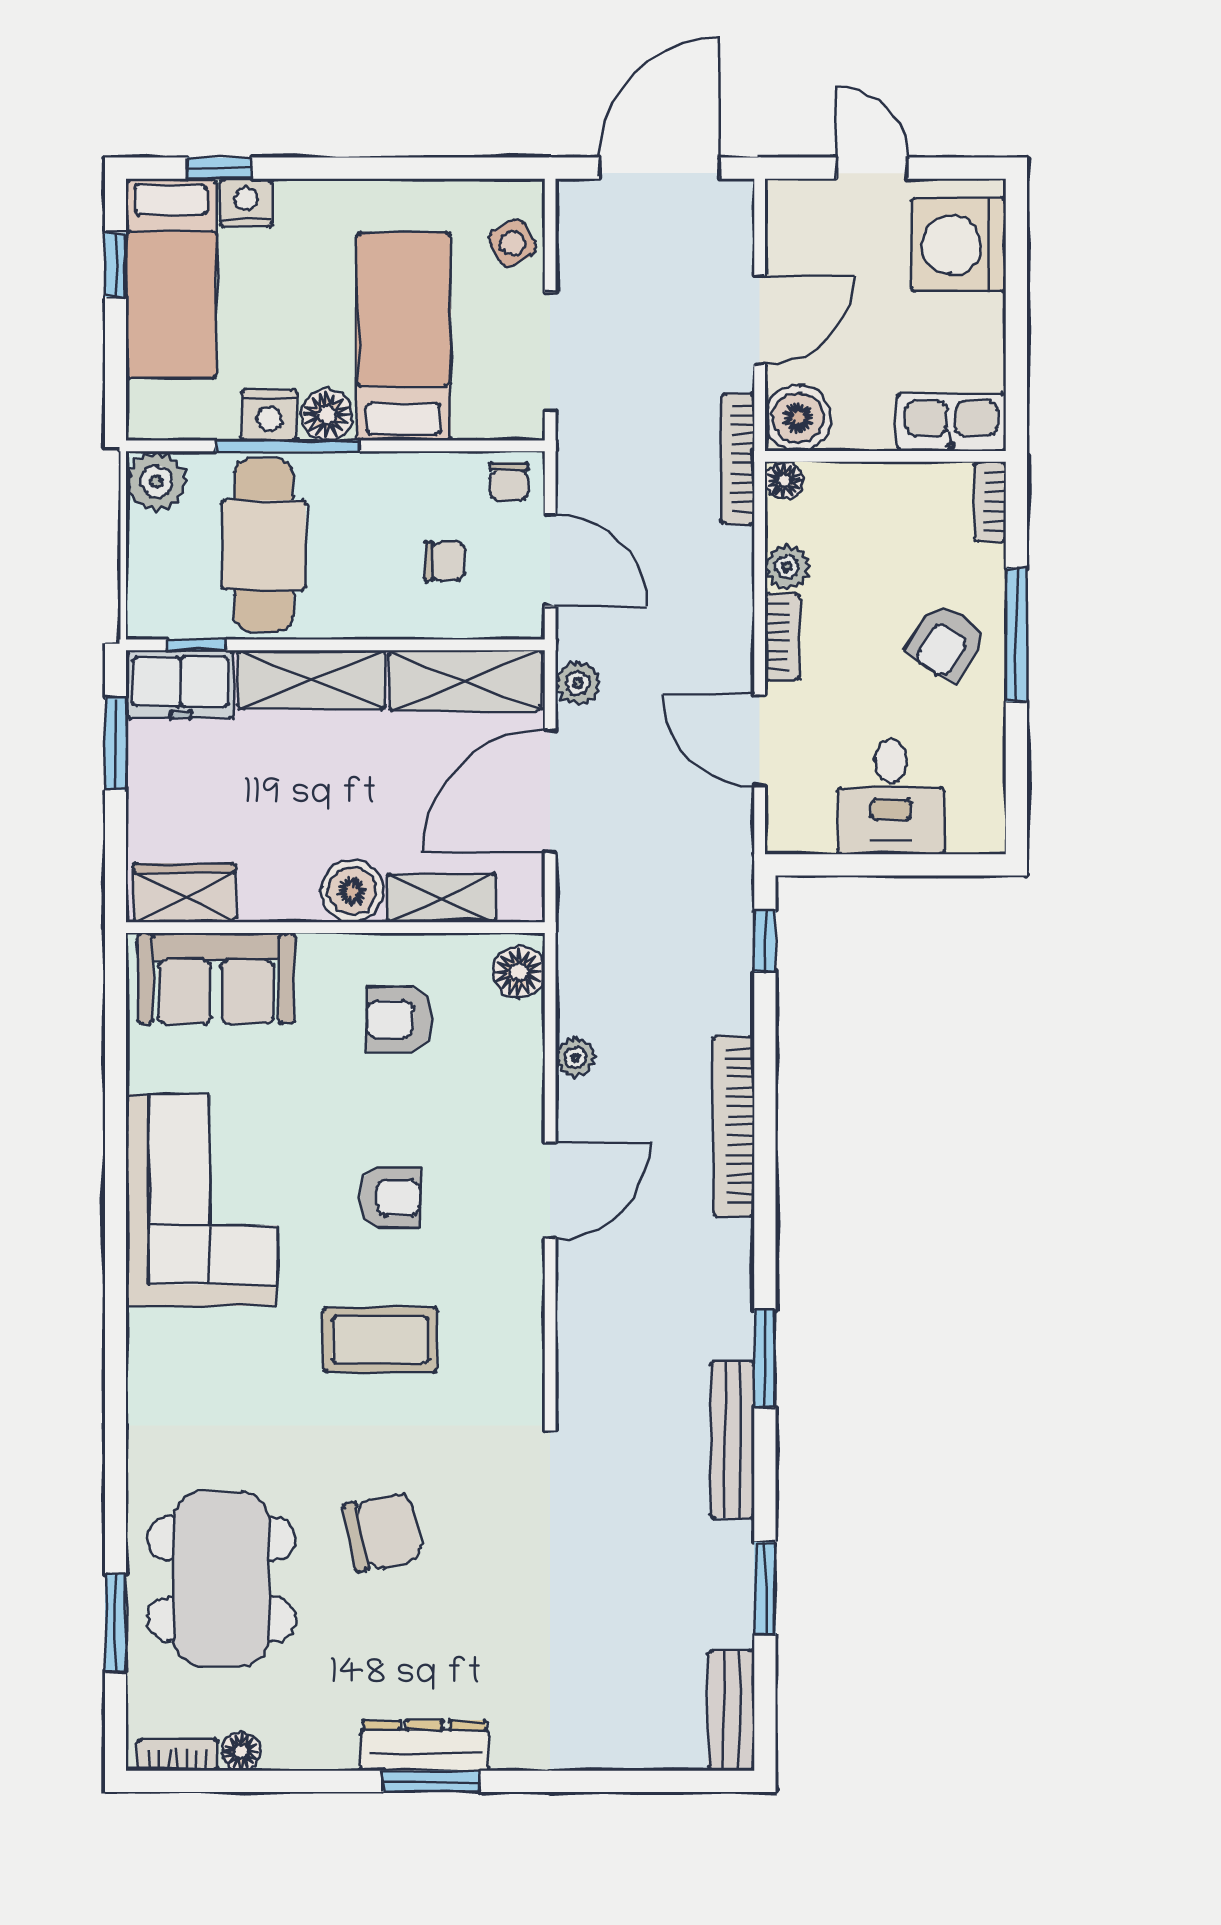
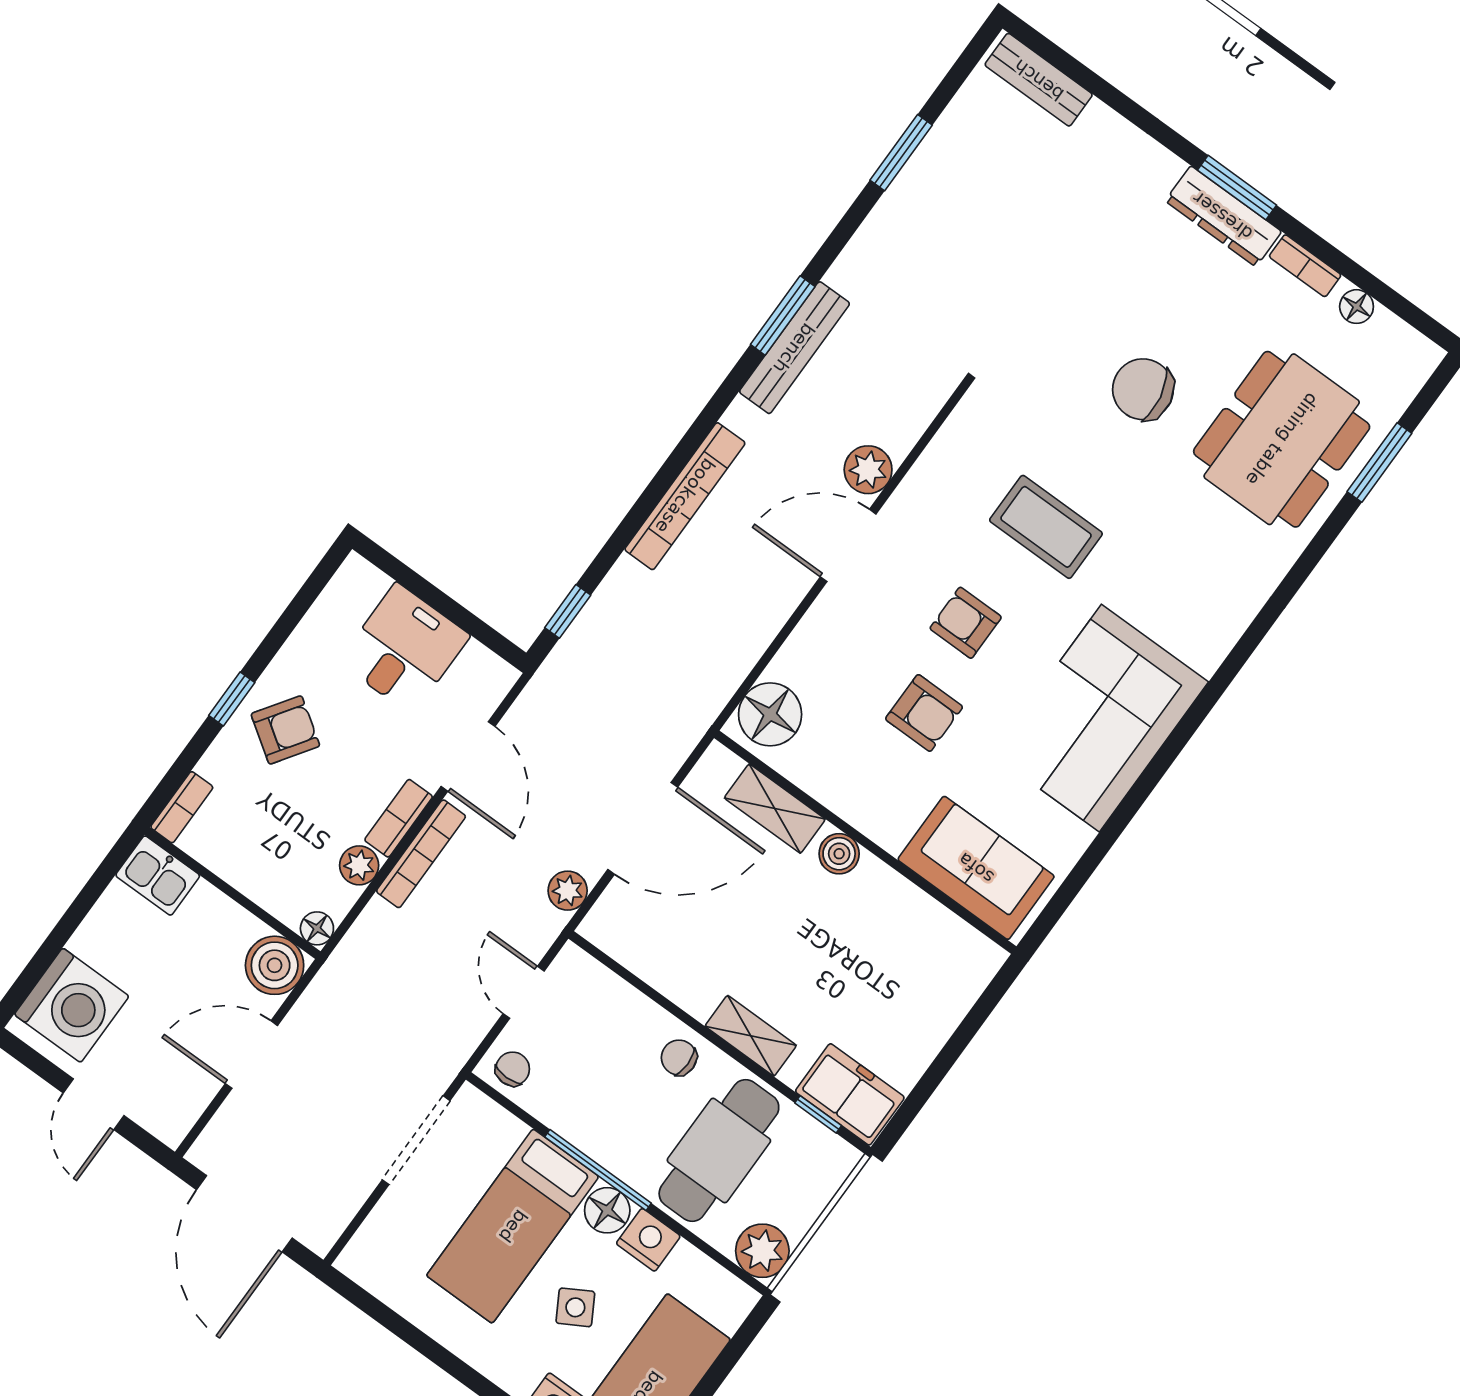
door: (659, 168) -> (244, 1214), hinge flipped
side table: (512, 243) -> (575, 1307), moved
kitchen sink: (951, 422) -> (158, 876), width x0.73
window: (287, 446) -> (598, 1170), moved
bookcase: (738, 459) -> (421, 854), moved
door: (550, 560) -> (524, 992), width x0.73
chair: (445, 561) -> (679, 1058), moved
window: (1016, 635) -> (232, 699), width x0.46
shelving: (311, 680) -> (751, 1036), width x0.67, depth x0.75
shelving: (465, 681) -> (646, 951), removed
window: (116, 744) -> (926, 1086), removed
boiler: (352, 891) -> (839, 854), width x0.73, depth x0.73
wardrobe: (184, 893) -> (955, 945), removed
floor lamp: (519, 972) -> (770, 714), width x1.38, depth x1.38
armchair: (399, 1019) -> (924, 713), moved
plant: (575, 1057) -> (868, 470), moved, width x1.38, depth x1.38
bench: (732, 1439) -> (794, 348), moved
bench: (731, 1711) -> (1039, 80), moved, turned 90
bookcase: (178, 1755) -> (1305, 266), moved

